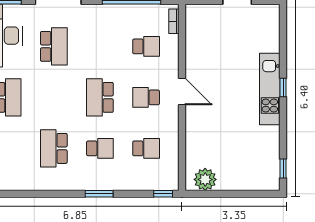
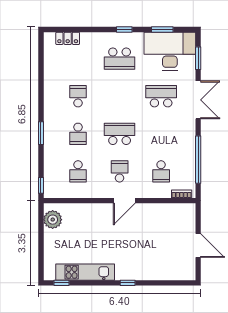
school desk: (54, 46) -> (161, 96), turned 180
kitchen unit: (270, 89) -> (85, 272), moved
school desk: (54, 148) -> (78, 96), width x0.54

